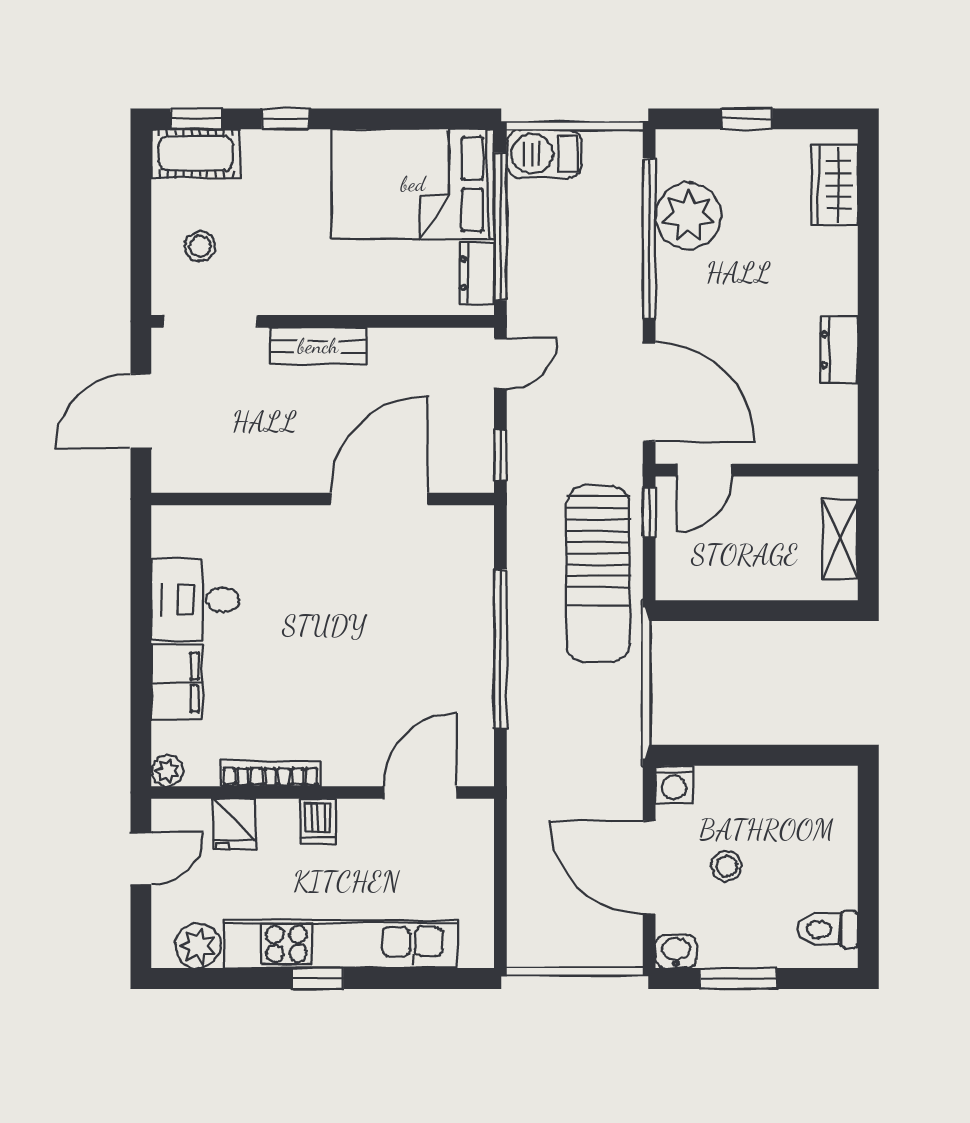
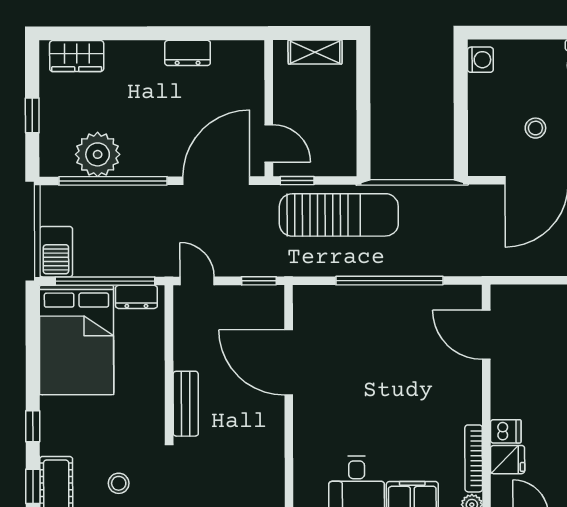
bookcase: (270, 773) -> (474, 458), moved
washing machine: (674, 785) -> (480, 60), moved
dishwasher: (318, 821) -> (506, 431), moved

